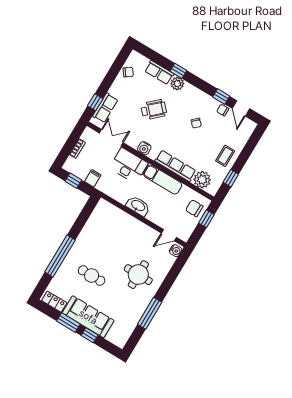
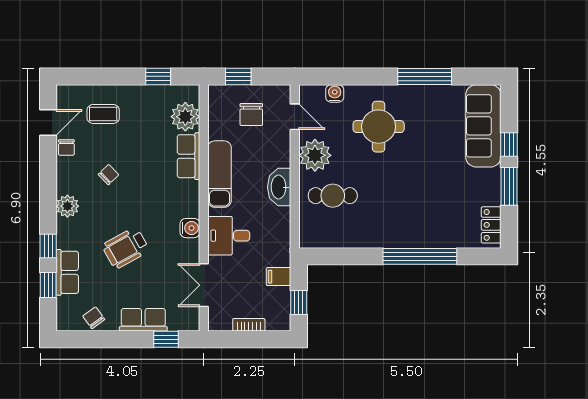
plant: (177, 84) -> (67, 206), moved
window: (221, 97) -> (48, 285), moved
row of seats: (105, 108) -> (143, 320), moved
wheelchair: (154, 110) -> (126, 248), turned -76
coffee table: (225, 156) -> (103, 114), moved
desk: (129, 165) -> (229, 236), width x0.73
row of seats: (175, 166) -> (188, 156), width x0.68
chair: (194, 208) -> (251, 115), moved
plant: (143, 234) -> (315, 155), added
water cooler: (176, 251) -> (335, 93), moved
cafe table: (92, 276) -> (333, 196), moved, turned 90
sofa: (88, 317) -> (483, 126), moved

